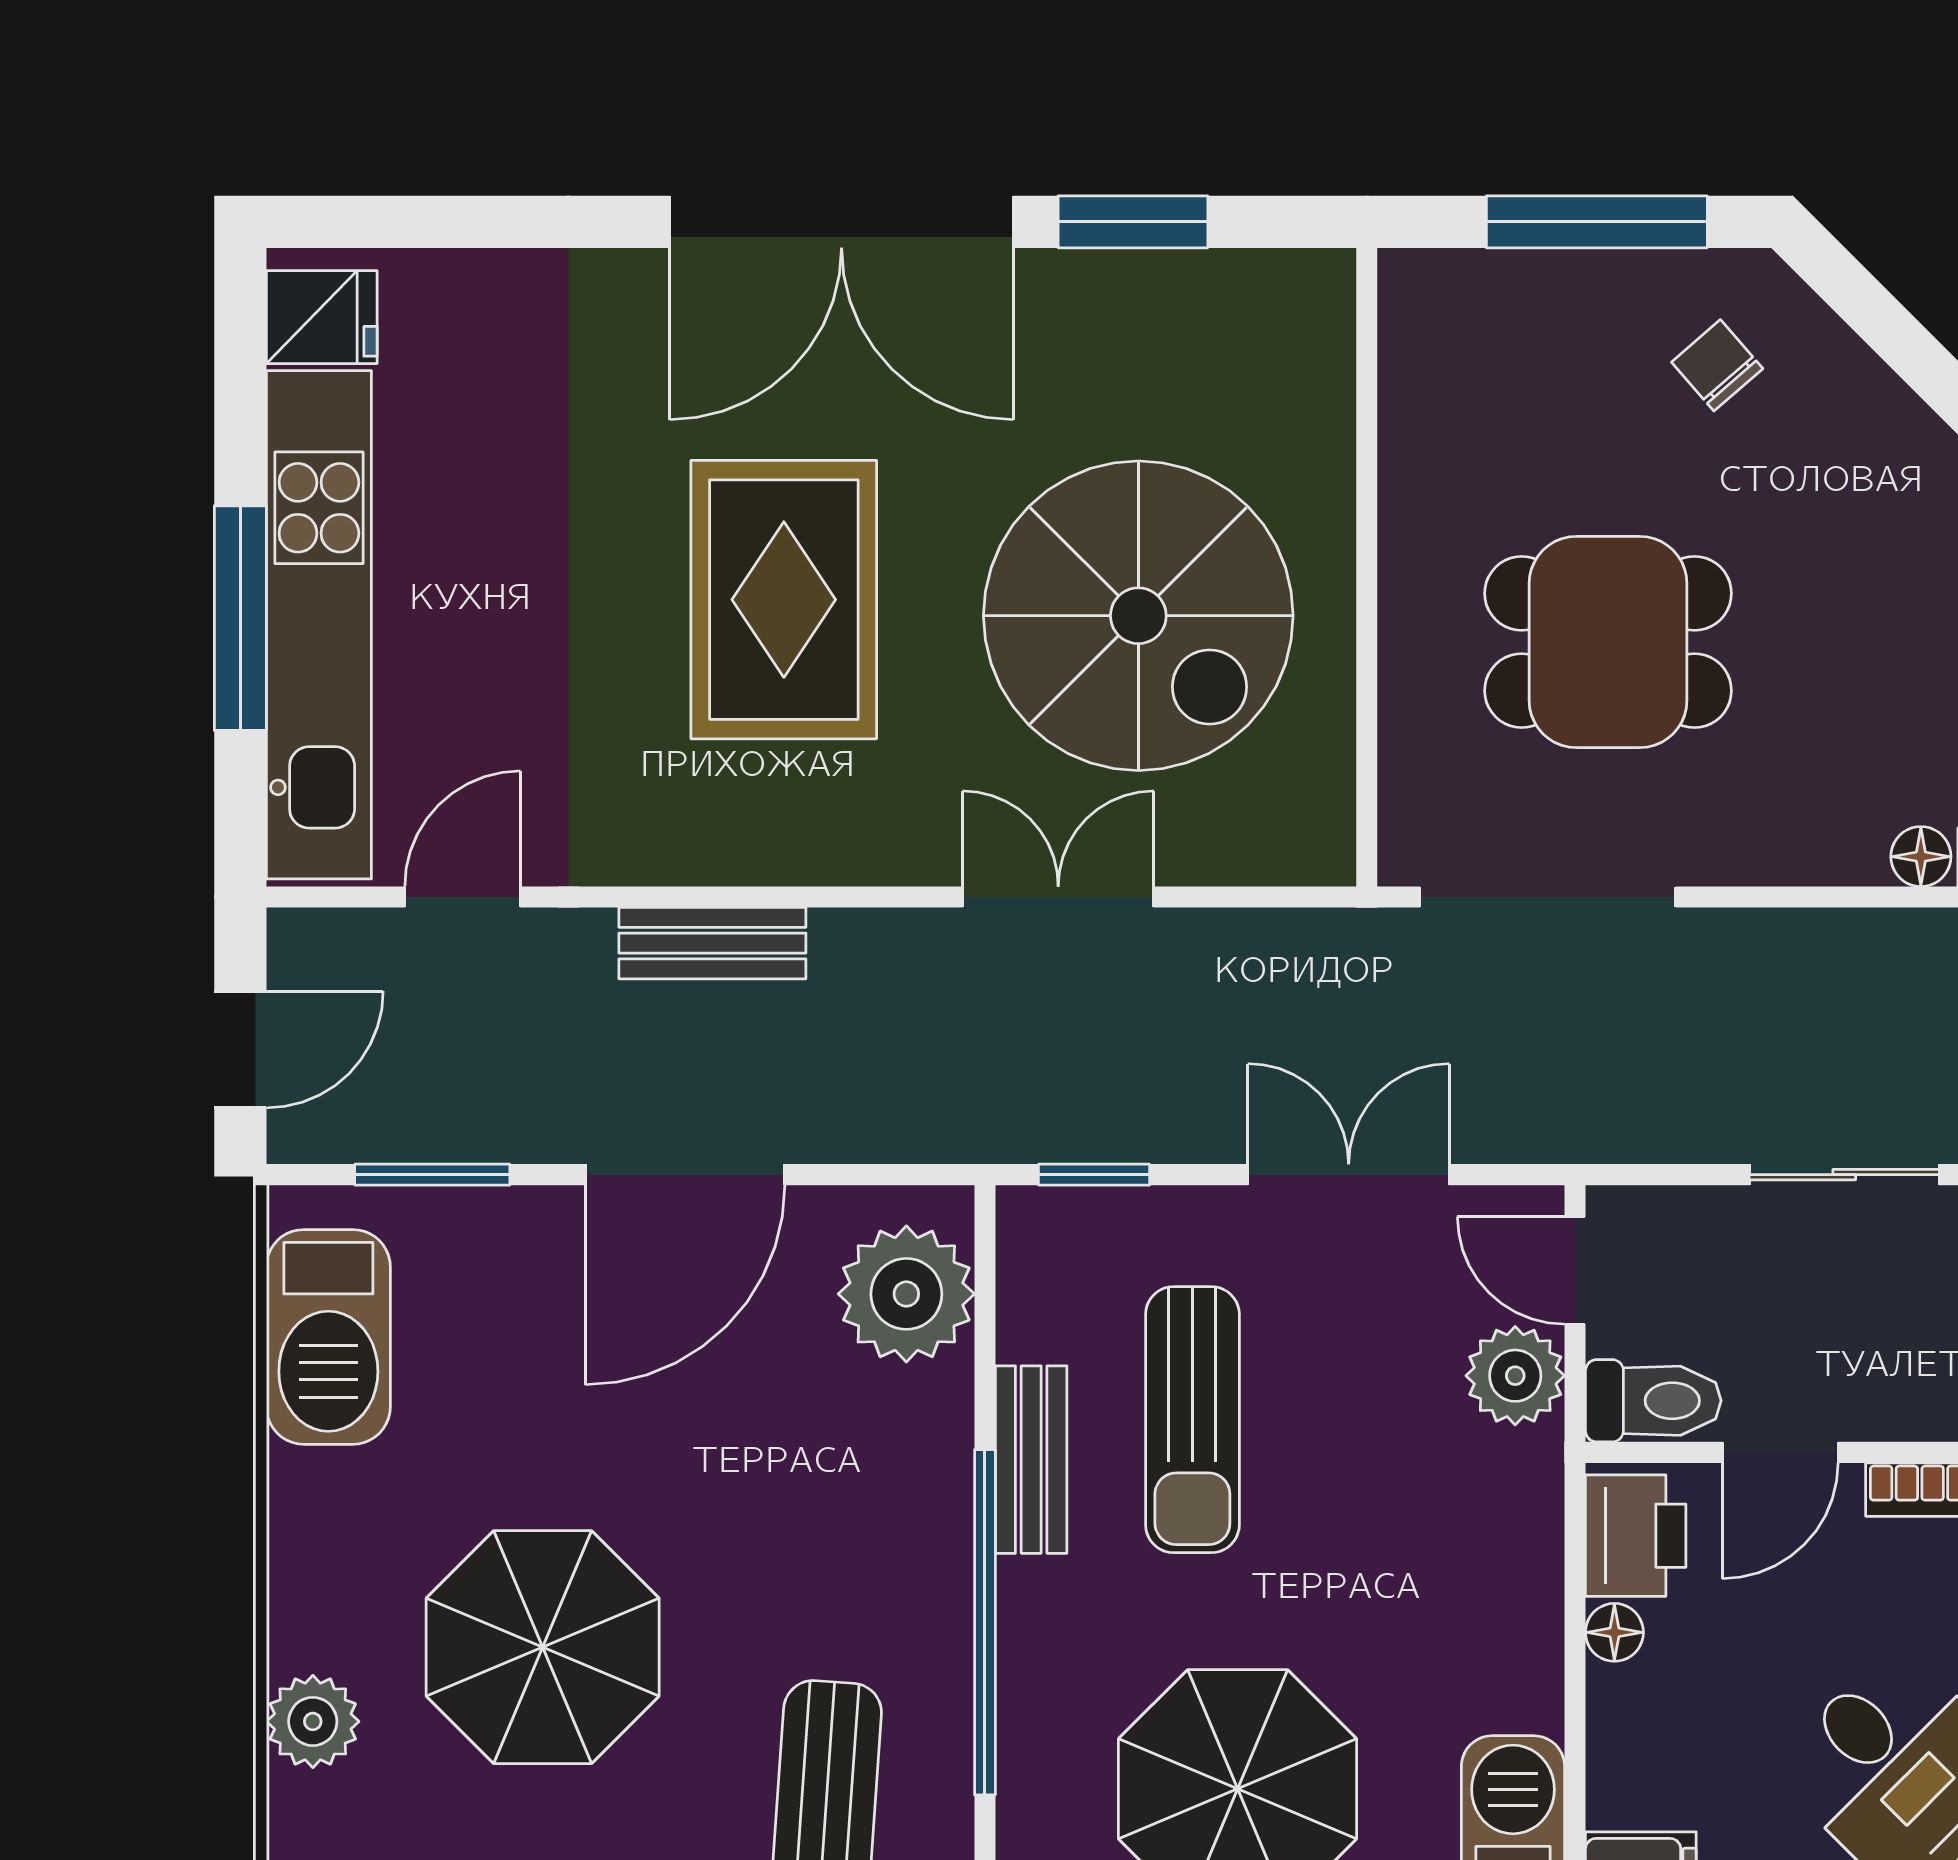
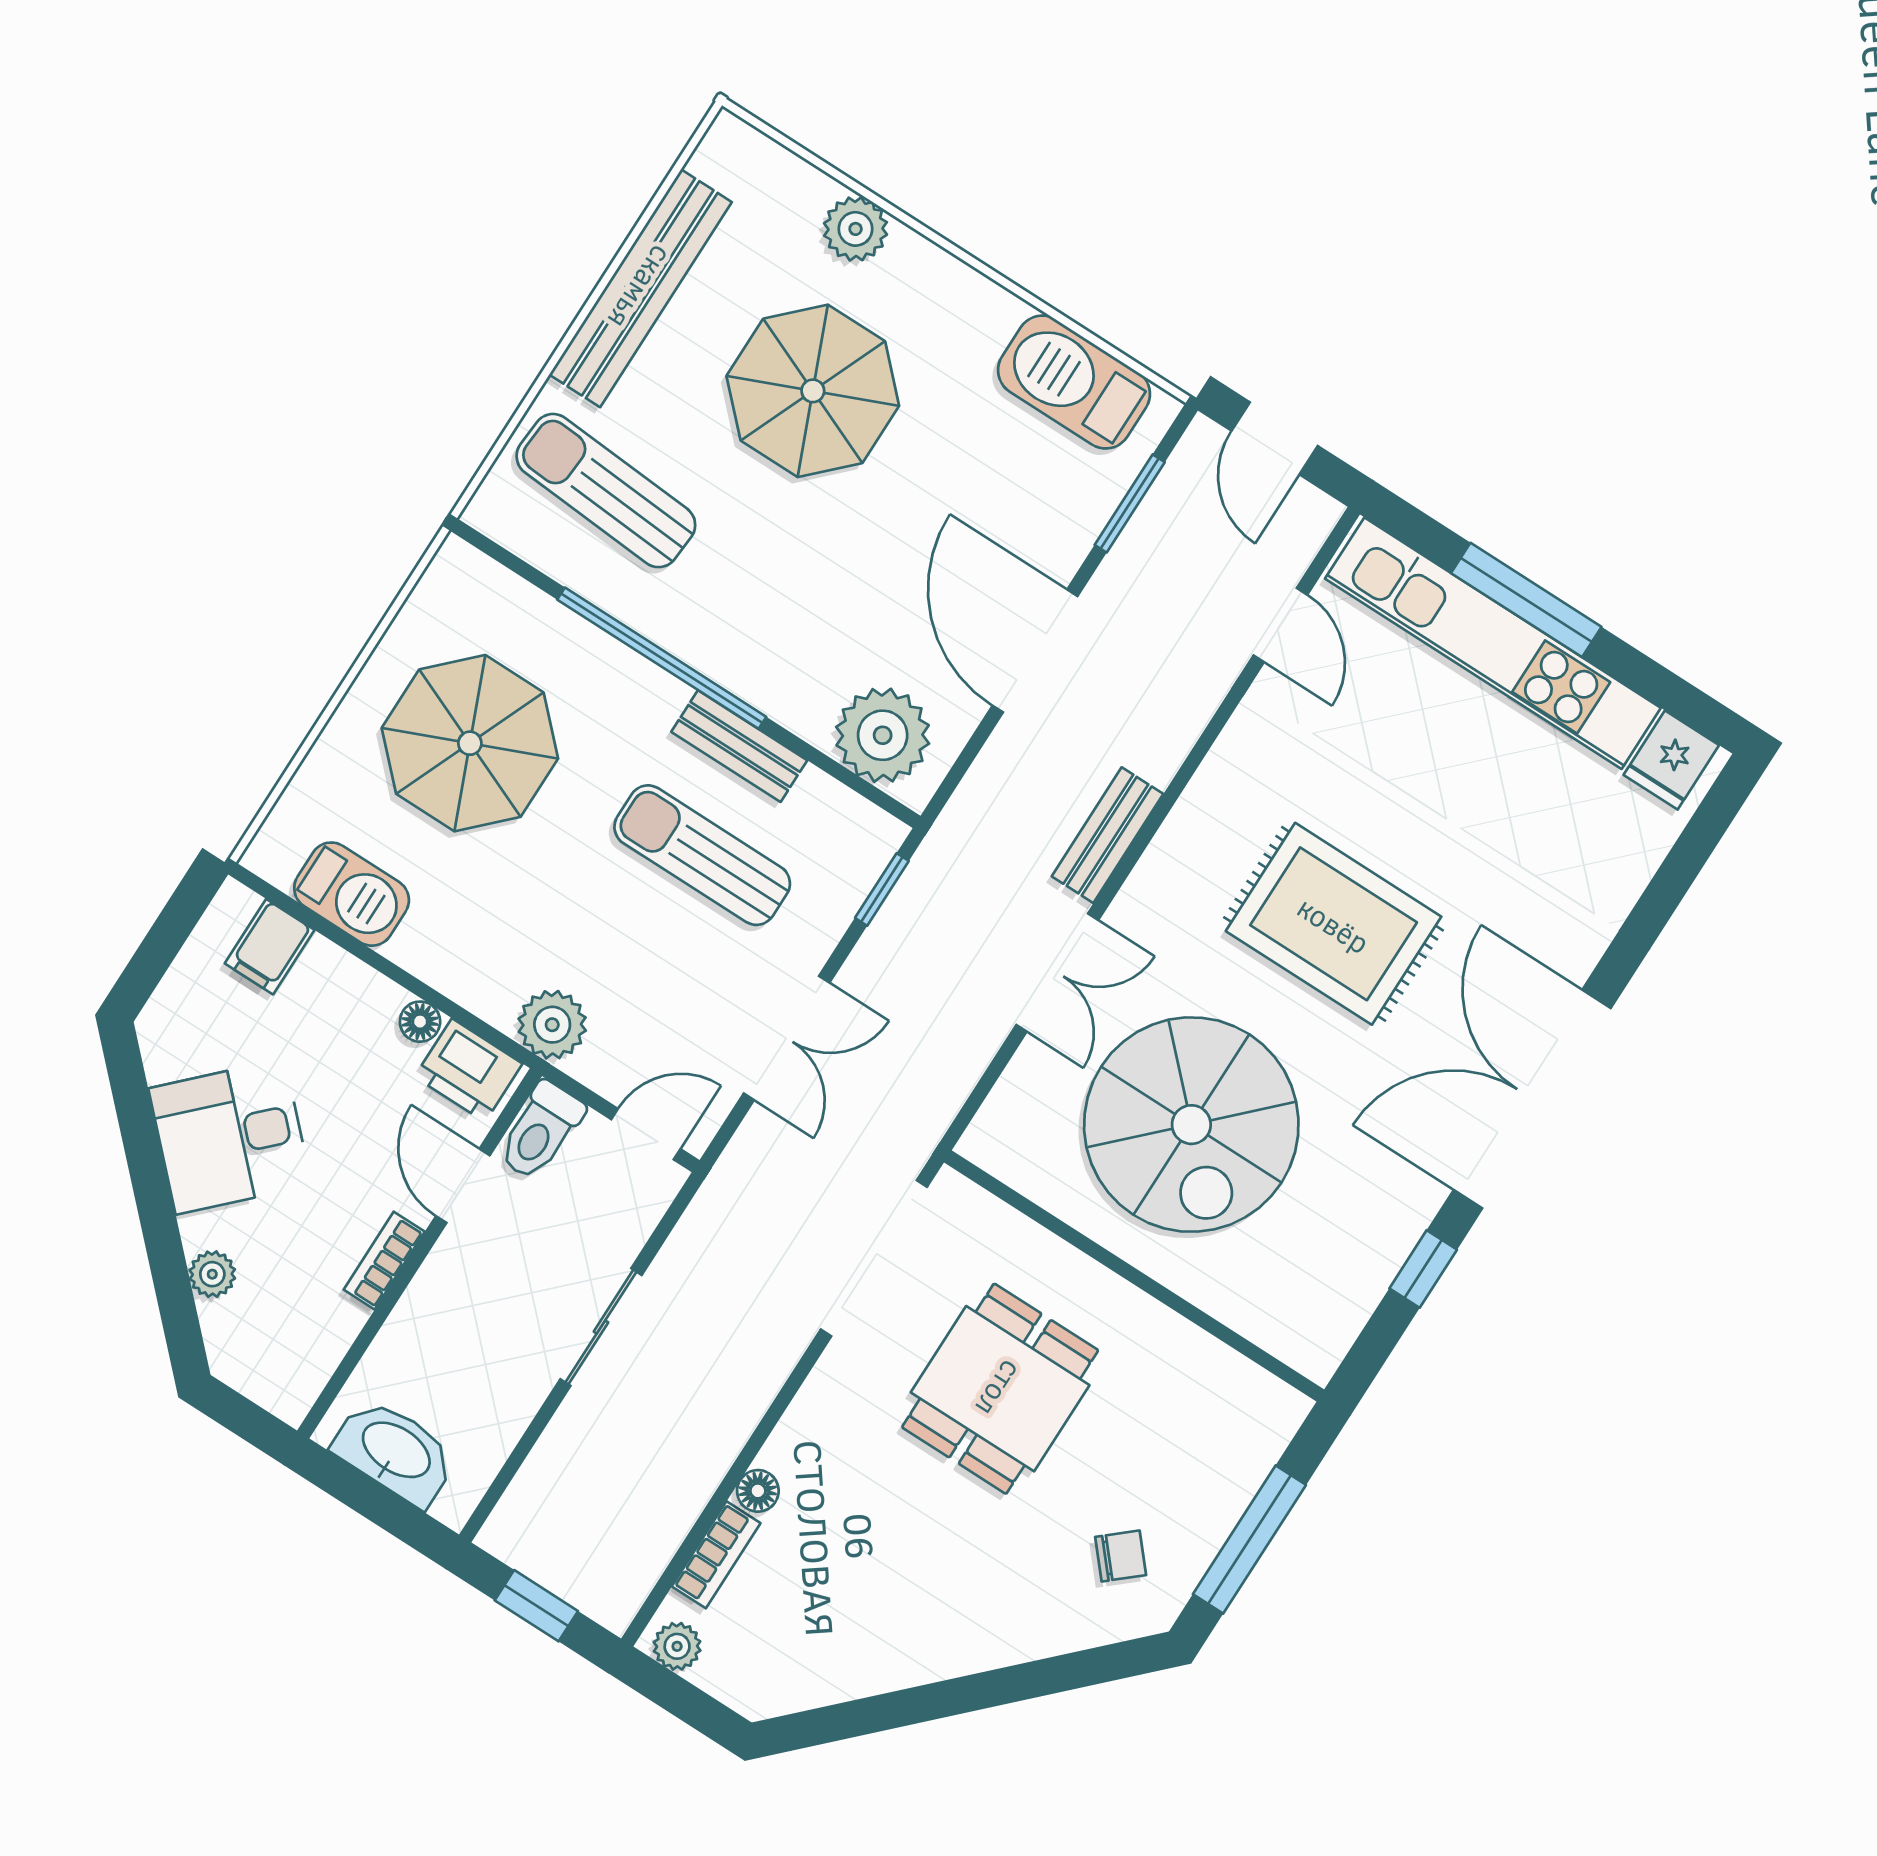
window: (1133, 222) -> (1423, 1269), width x0.67
spiral stairs: (1138, 616) -> (1191, 1125), turned -90
bench: (712, 943) -> (1108, 835), moved
plant: (1515, 1376) -> (552, 1025), moved

